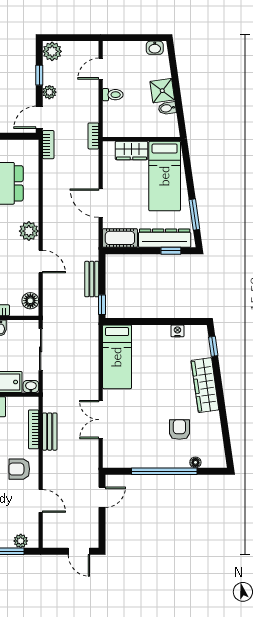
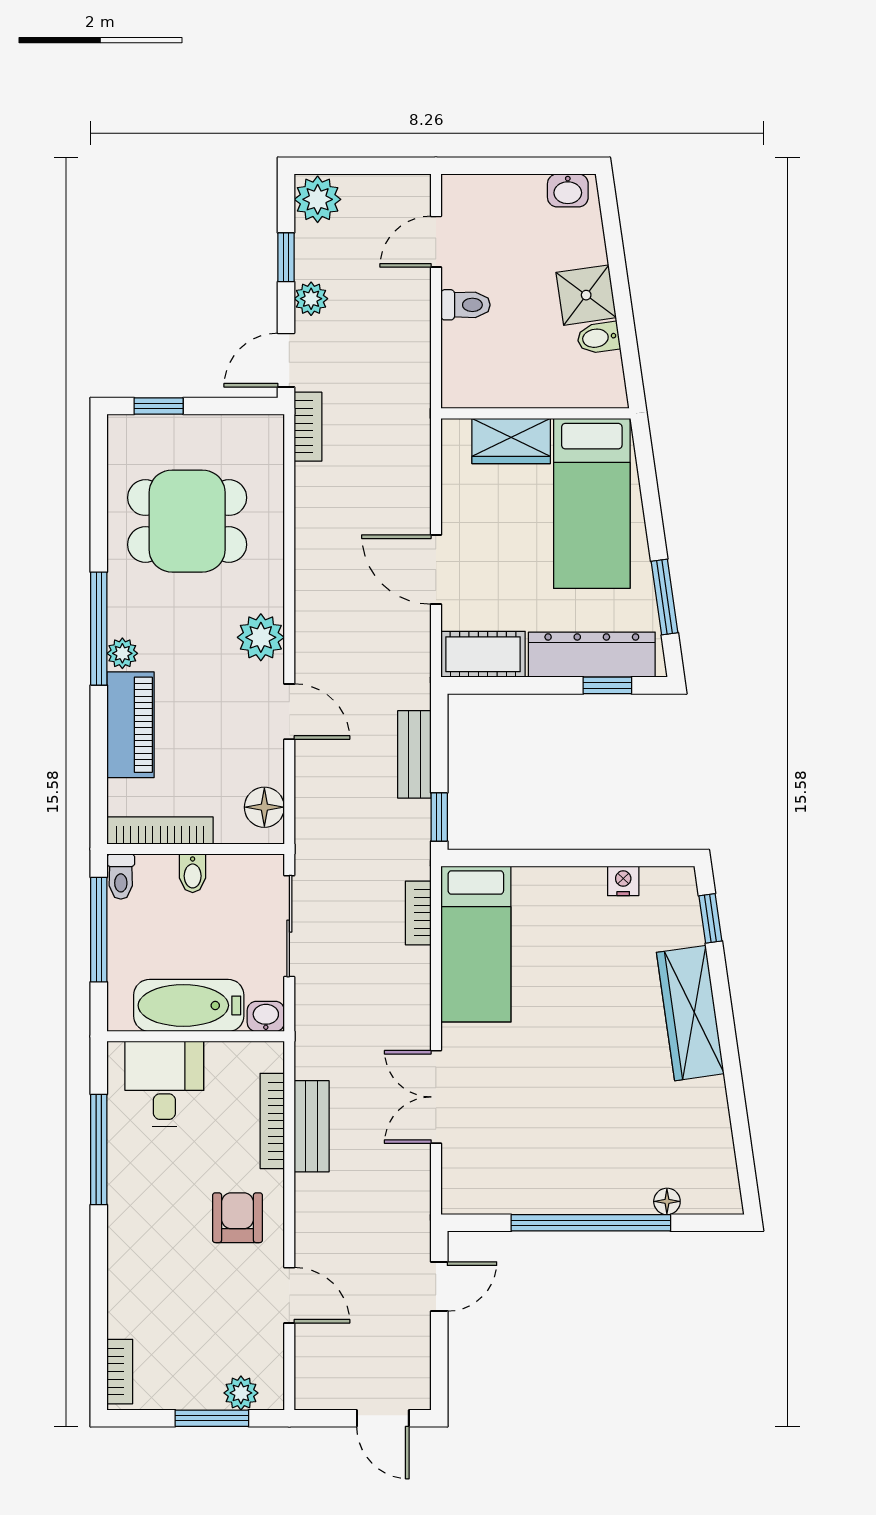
bookcase: (93, 136) -> (418, 913), moved
armchair: (179, 430) -> (628, 1121), removed
armchair: (19, 469) -> (237, 1218), turned 90

